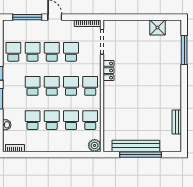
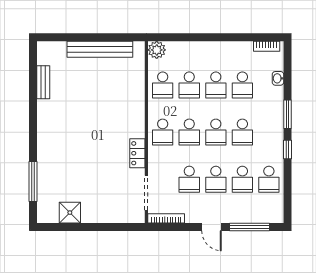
window: (141, 155) -> (93, 37), removed

